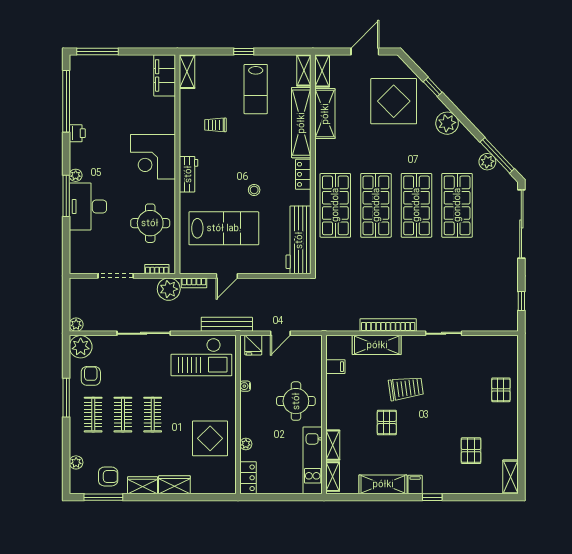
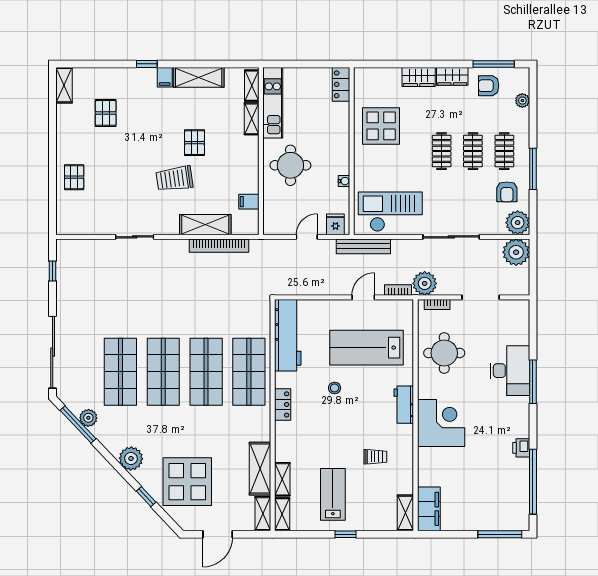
shelving: (301, 123) -> (282, 479), width x0.45, depth x0.75
plant: (76, 175) -> (523, 403), removed
plant: (76, 325) -> (516, 252), width x1.88, depth x1.88
bookcase: (388, 325) -> (219, 246), moved
plant: (246, 444) -> (343, 120), removed

